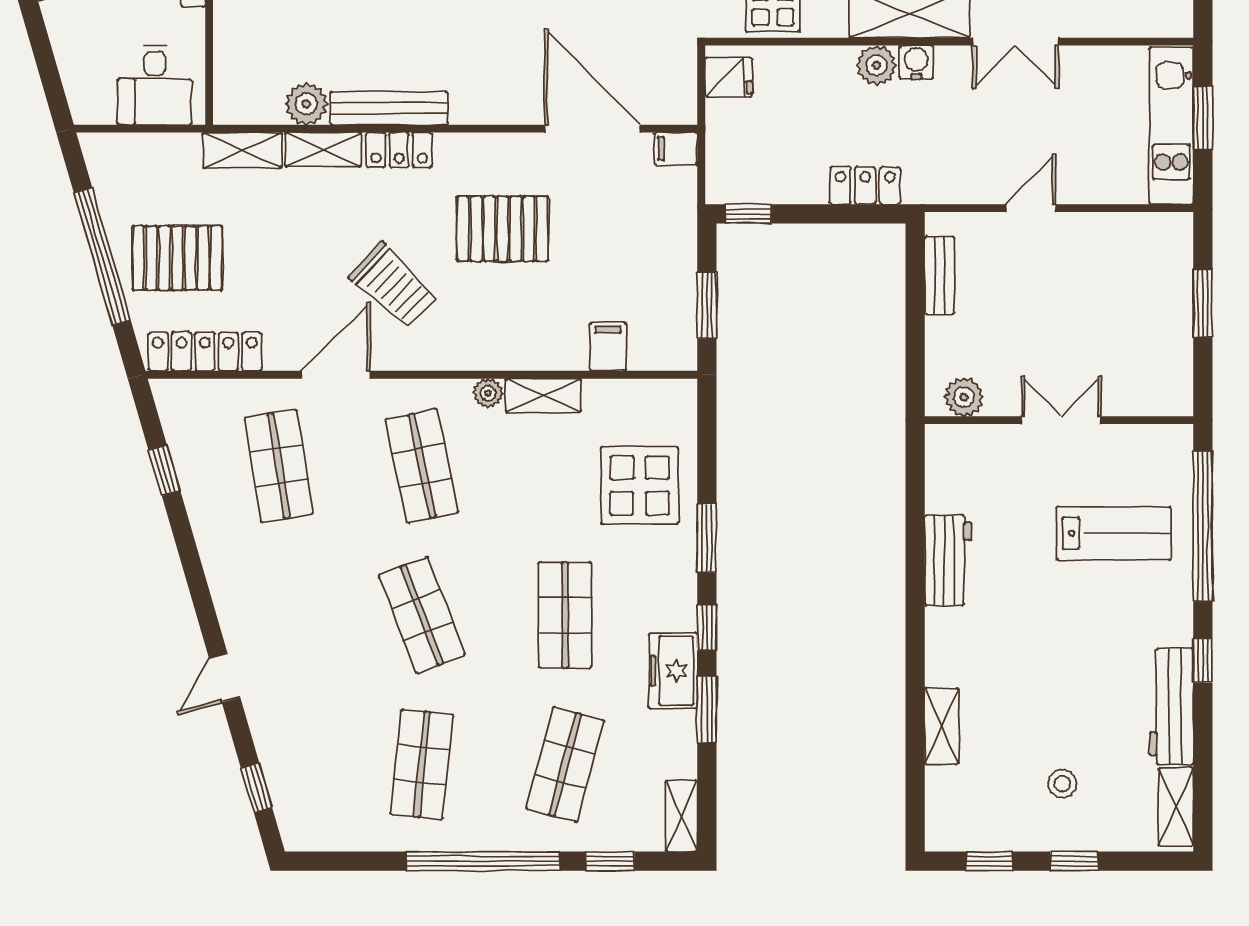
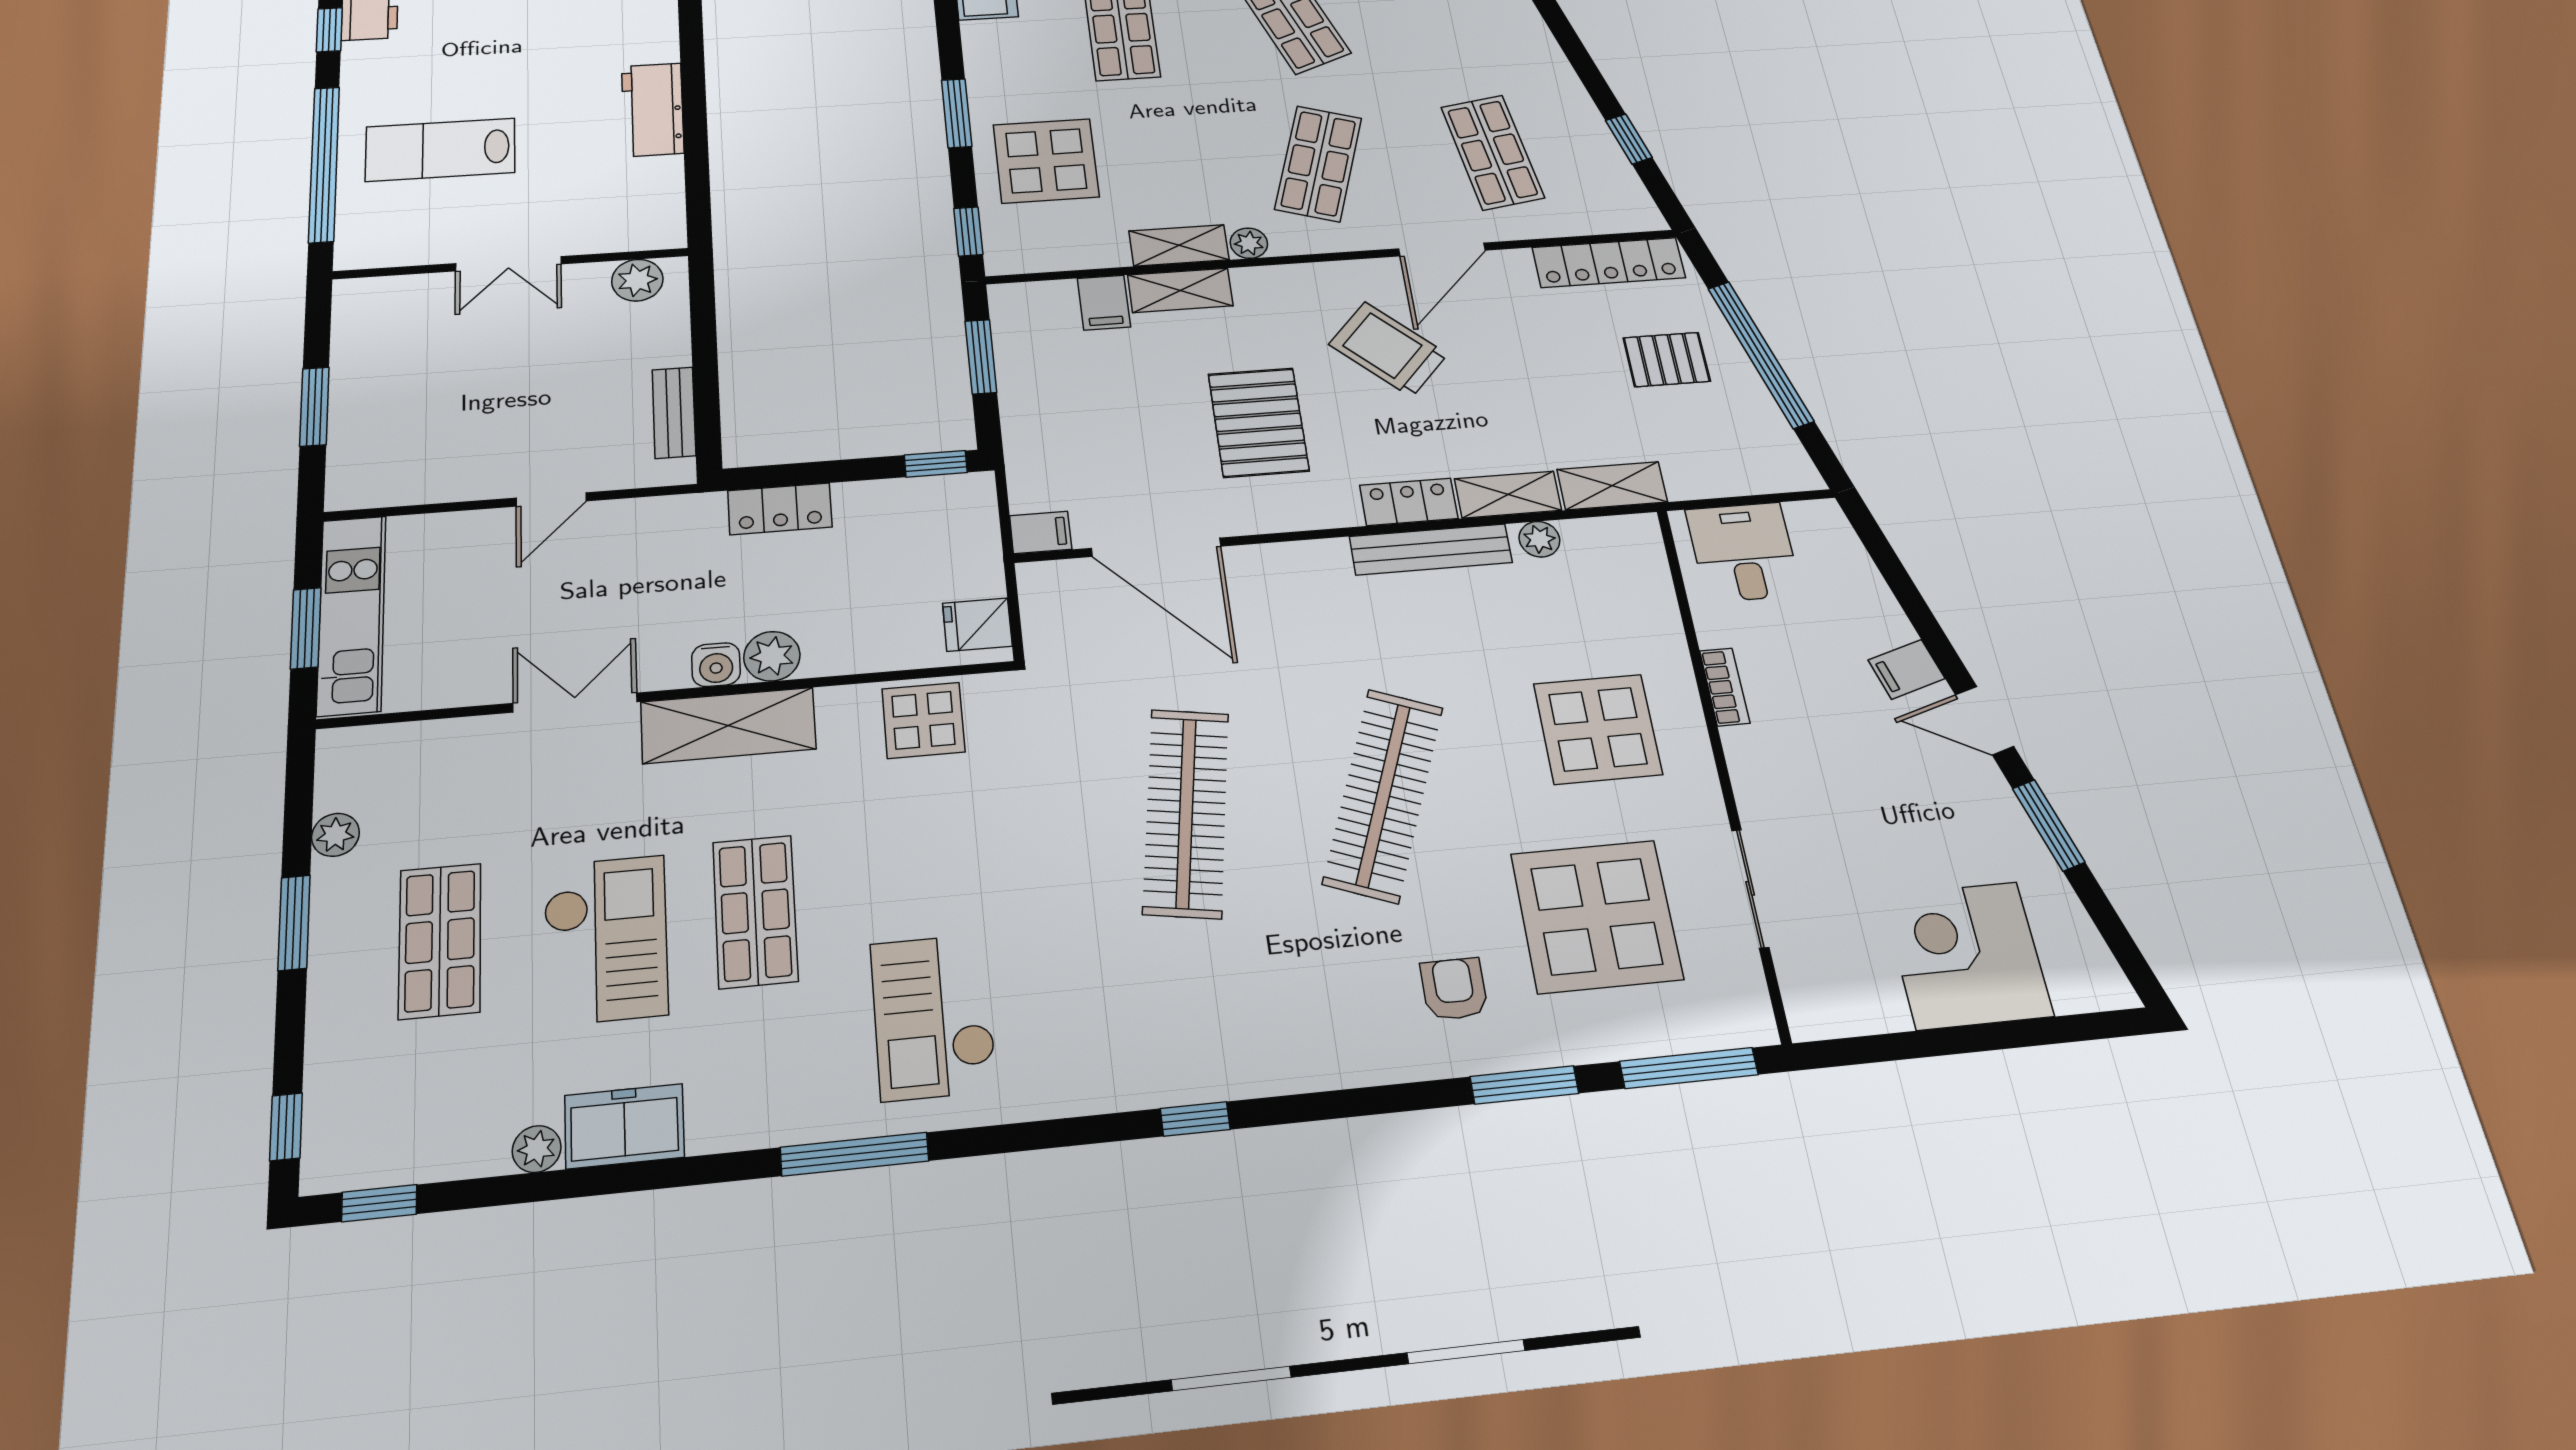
plant: (306, 104) -> (1539, 539), width x0.73, depth x0.73
pallet: (502, 229) -> (1259, 422), turned 90
pallet: (177, 258) -> (1667, 359), width x0.67, depth x0.71
shelving: (547, 353) -> (1180, 290), added
shop shelf: (422, 466) -> (1318, 163), turned 30
window: (707, 627) -> (968, 231), moved

